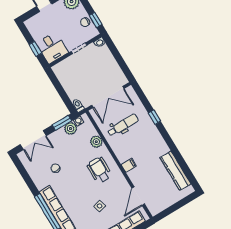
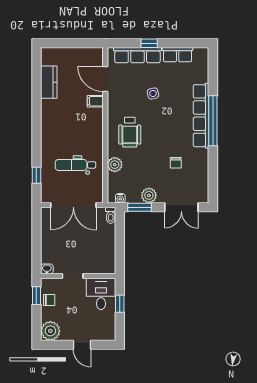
double door: (108, 97) -> (73, 205), swing flipped
window: (154, 117) -> (36, 175), moved
plant: (71, 129) -> (149, 195), moved
double door: (33, 140) -> (181, 207), swing flipped
filing cabinet: (129, 165) -> (95, 101), moved
kitchen counter: (175, 171) -> (49, 82), width x0.67
door: (138, 196) -> (105, 79), swing flipped

